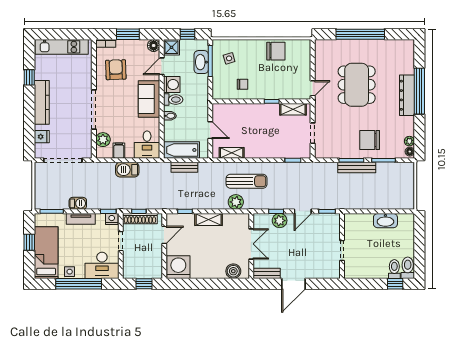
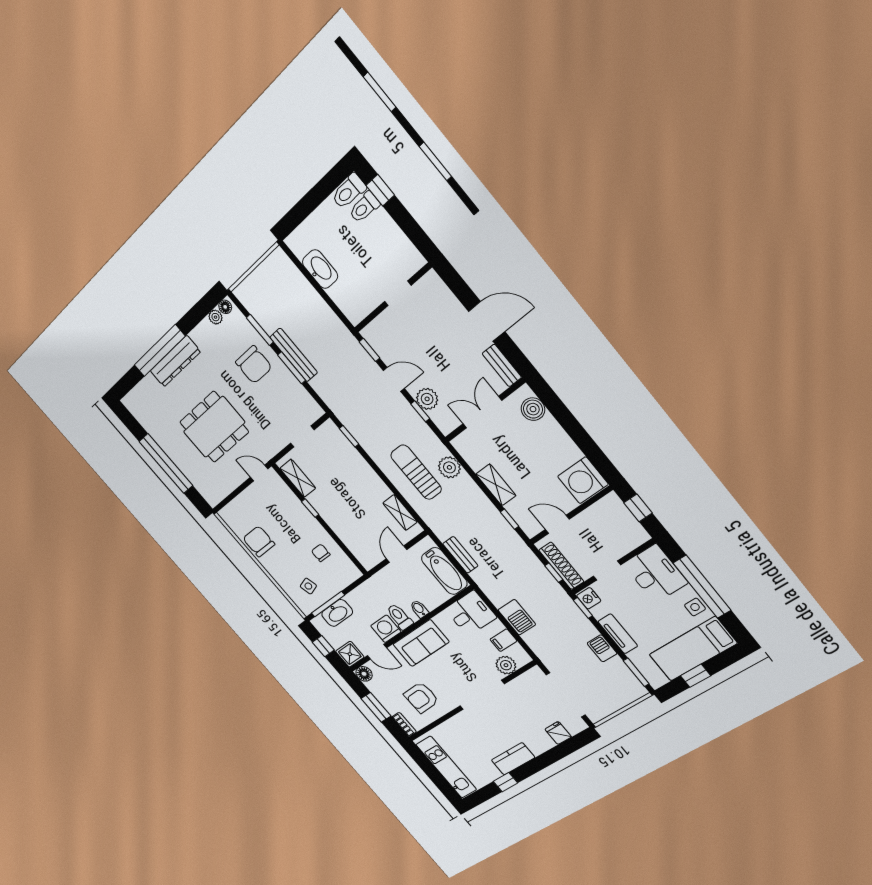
kitchen counter: (42, 102) -> (513, 759), width x0.67

